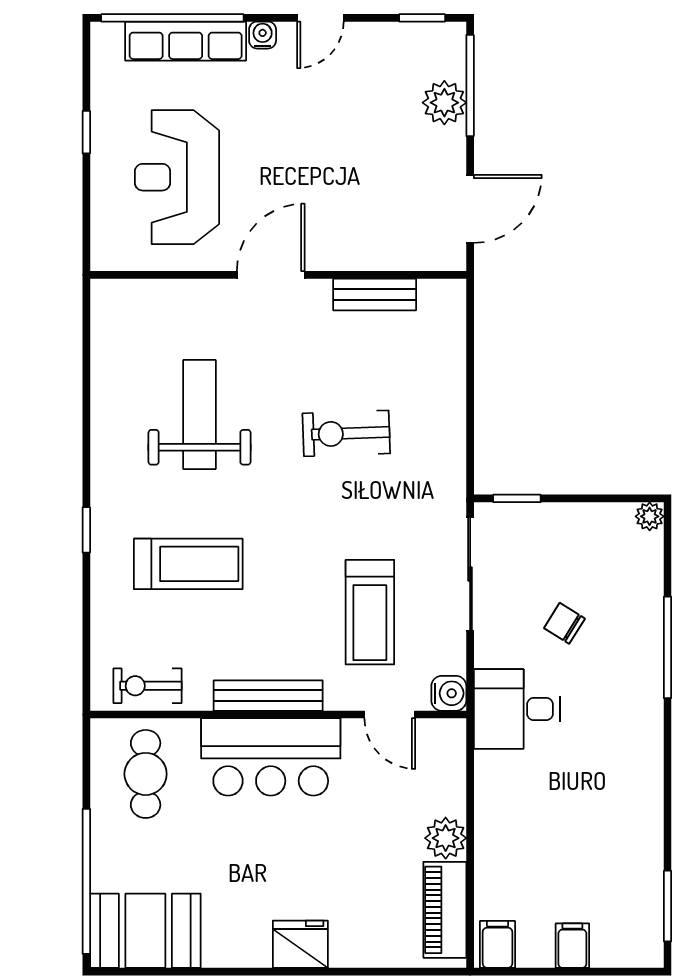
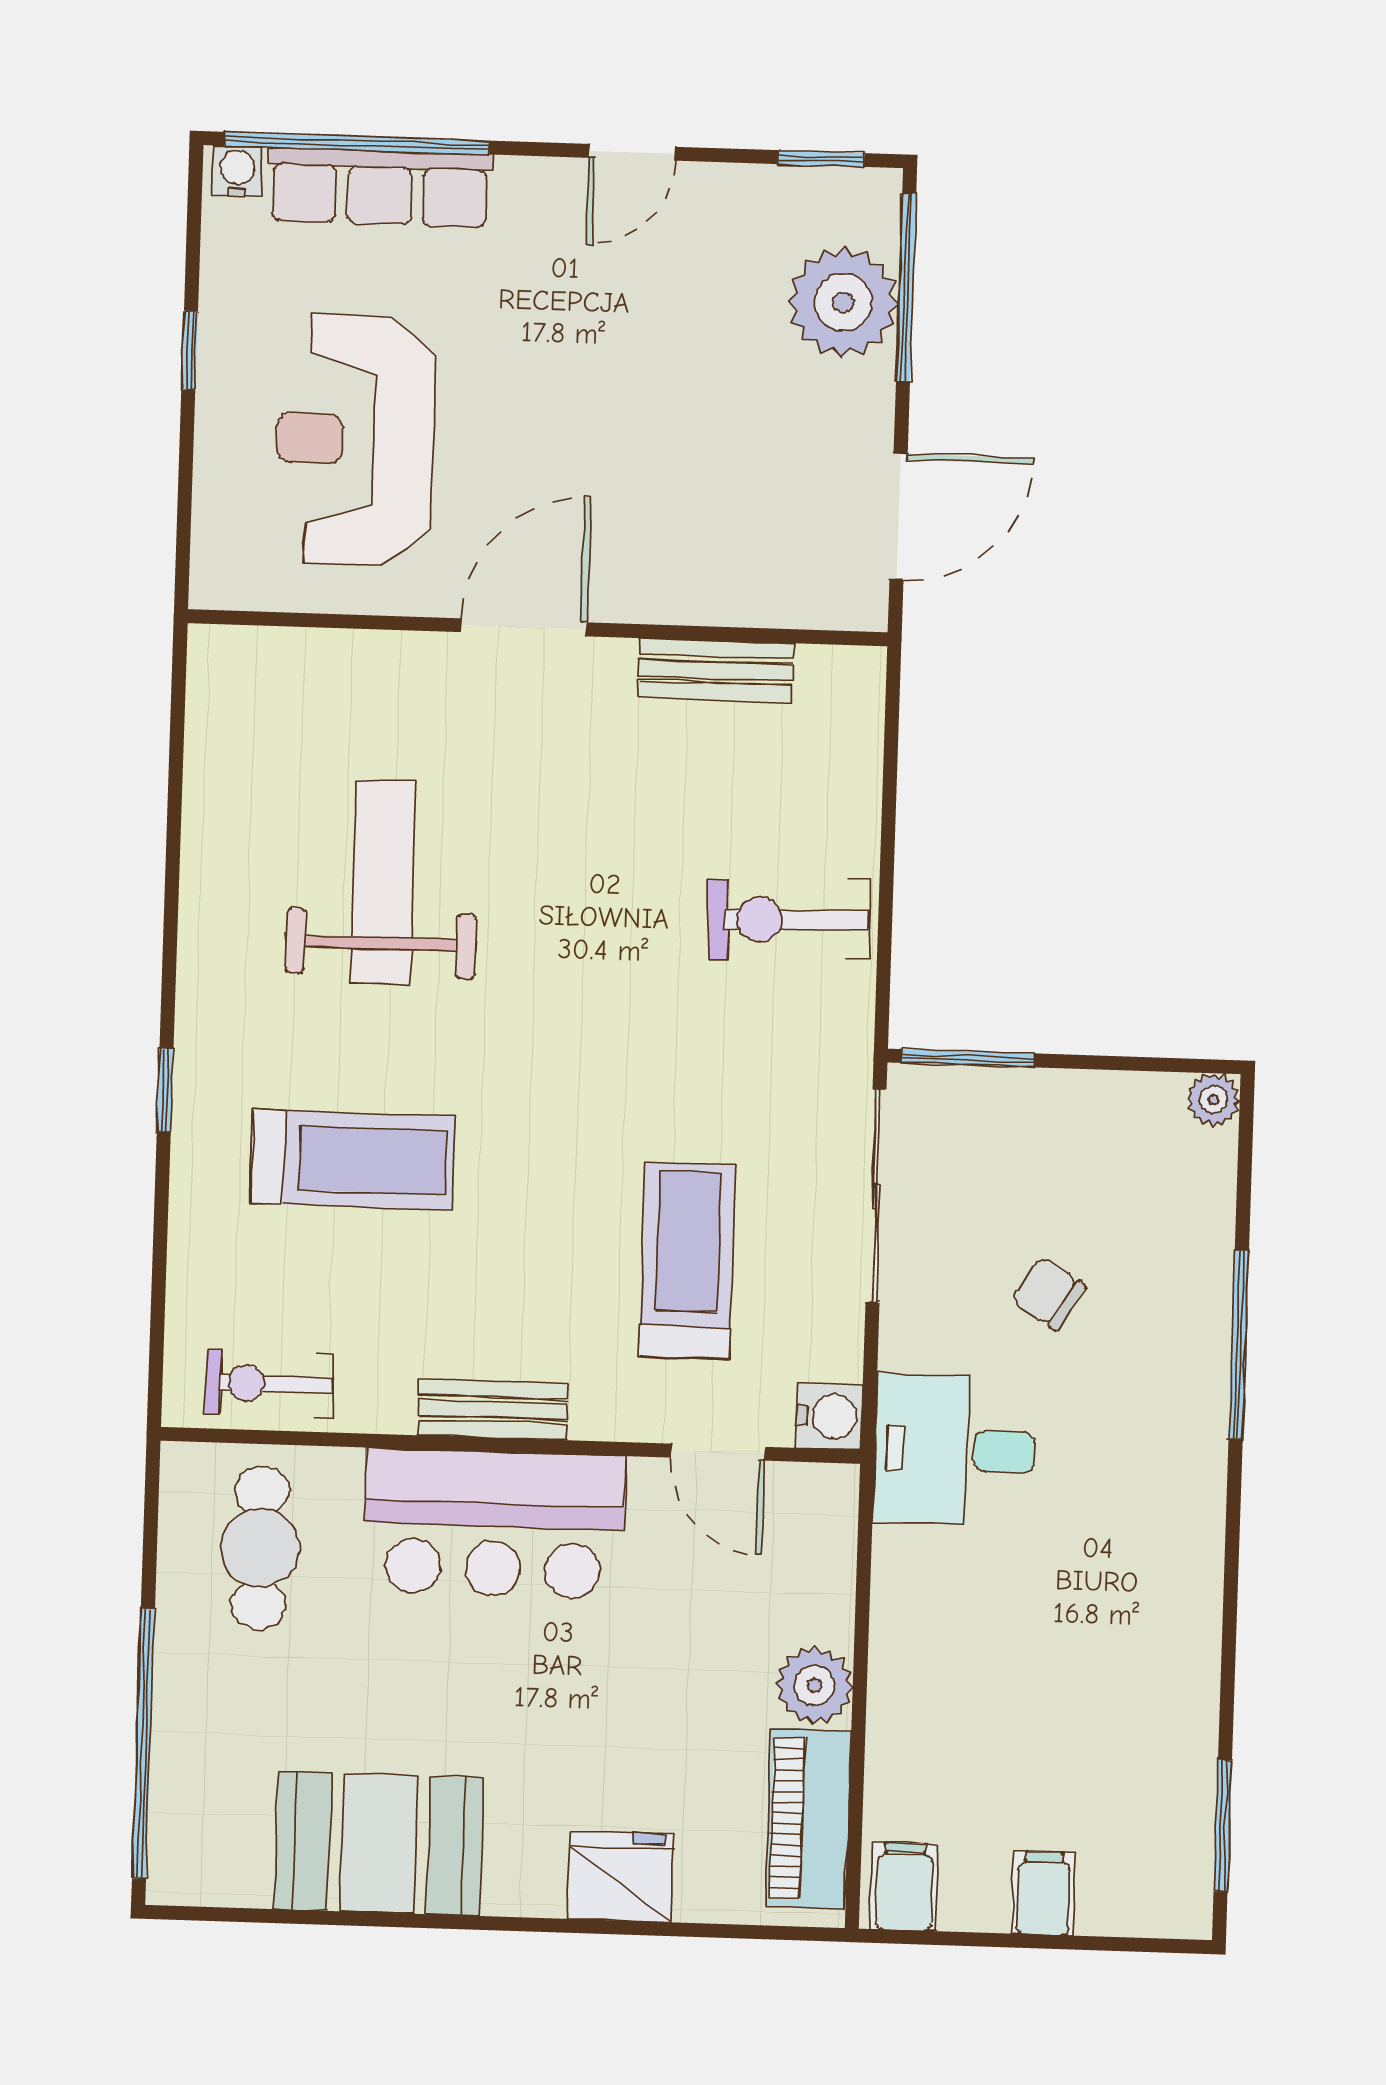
water cooler: (263, 35) -> (237, 171), moved
plant: (444, 103) -> (843, 302), width x1.36, depth x1.36
exercise bike: (346, 433) -> (789, 920), moved
window: (517, 498) -> (968, 1058), width x1.50
treadmill: (370, 612) -> (687, 1261), turned 180
bench: (268, 696) -> (493, 1409), width x0.73
booth: (145, 931) -> (379, 1844), moved
fridge: (300, 944) -> (621, 1877), moved

